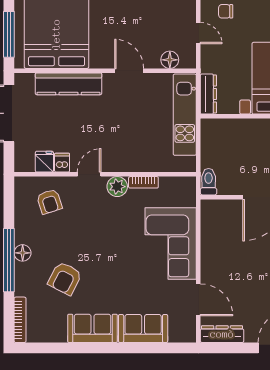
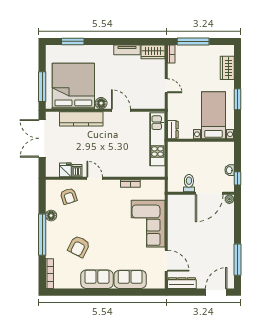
chair: (226, 11) -> (184, 71), removed
floor lamp: (170, 60) -> (101, 103), moved
dresser: (208, 94) -> (173, 130), width x0.70
door: (89, 174) -> (95, 178), hinge flipped
toilet: (209, 182) -> (189, 183), moved
plant: (117, 187) -> (113, 186), removed
floor lamp: (23, 253) -> (51, 216), moved

